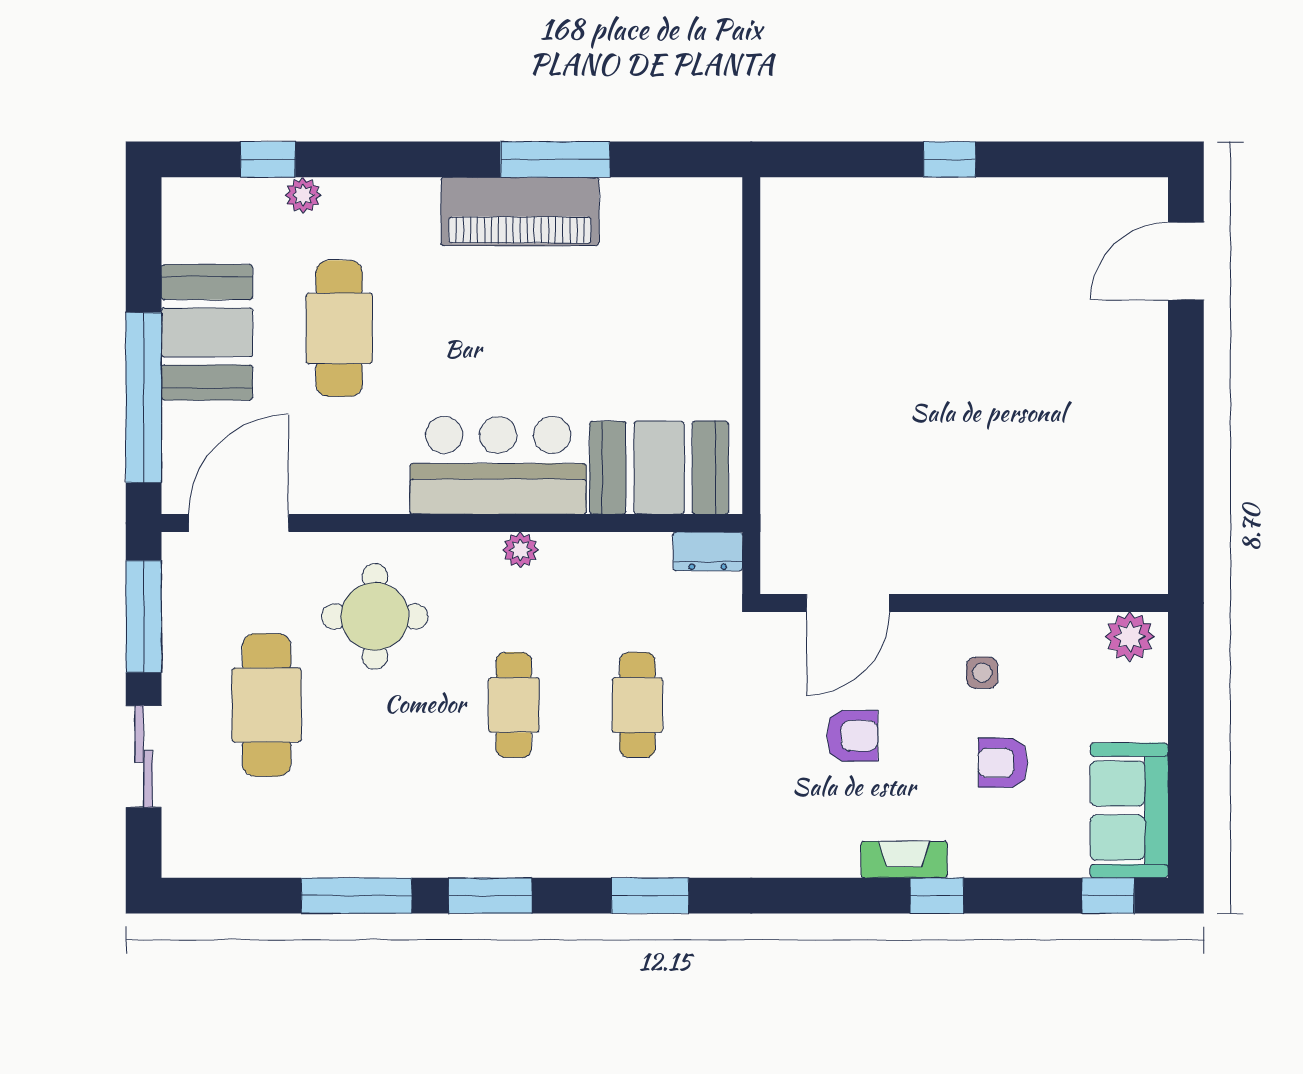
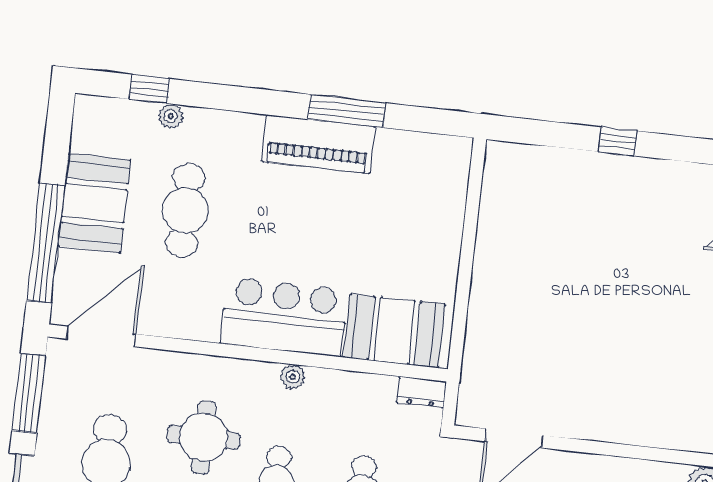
round table: (375, 616) -> (204, 437), moved

